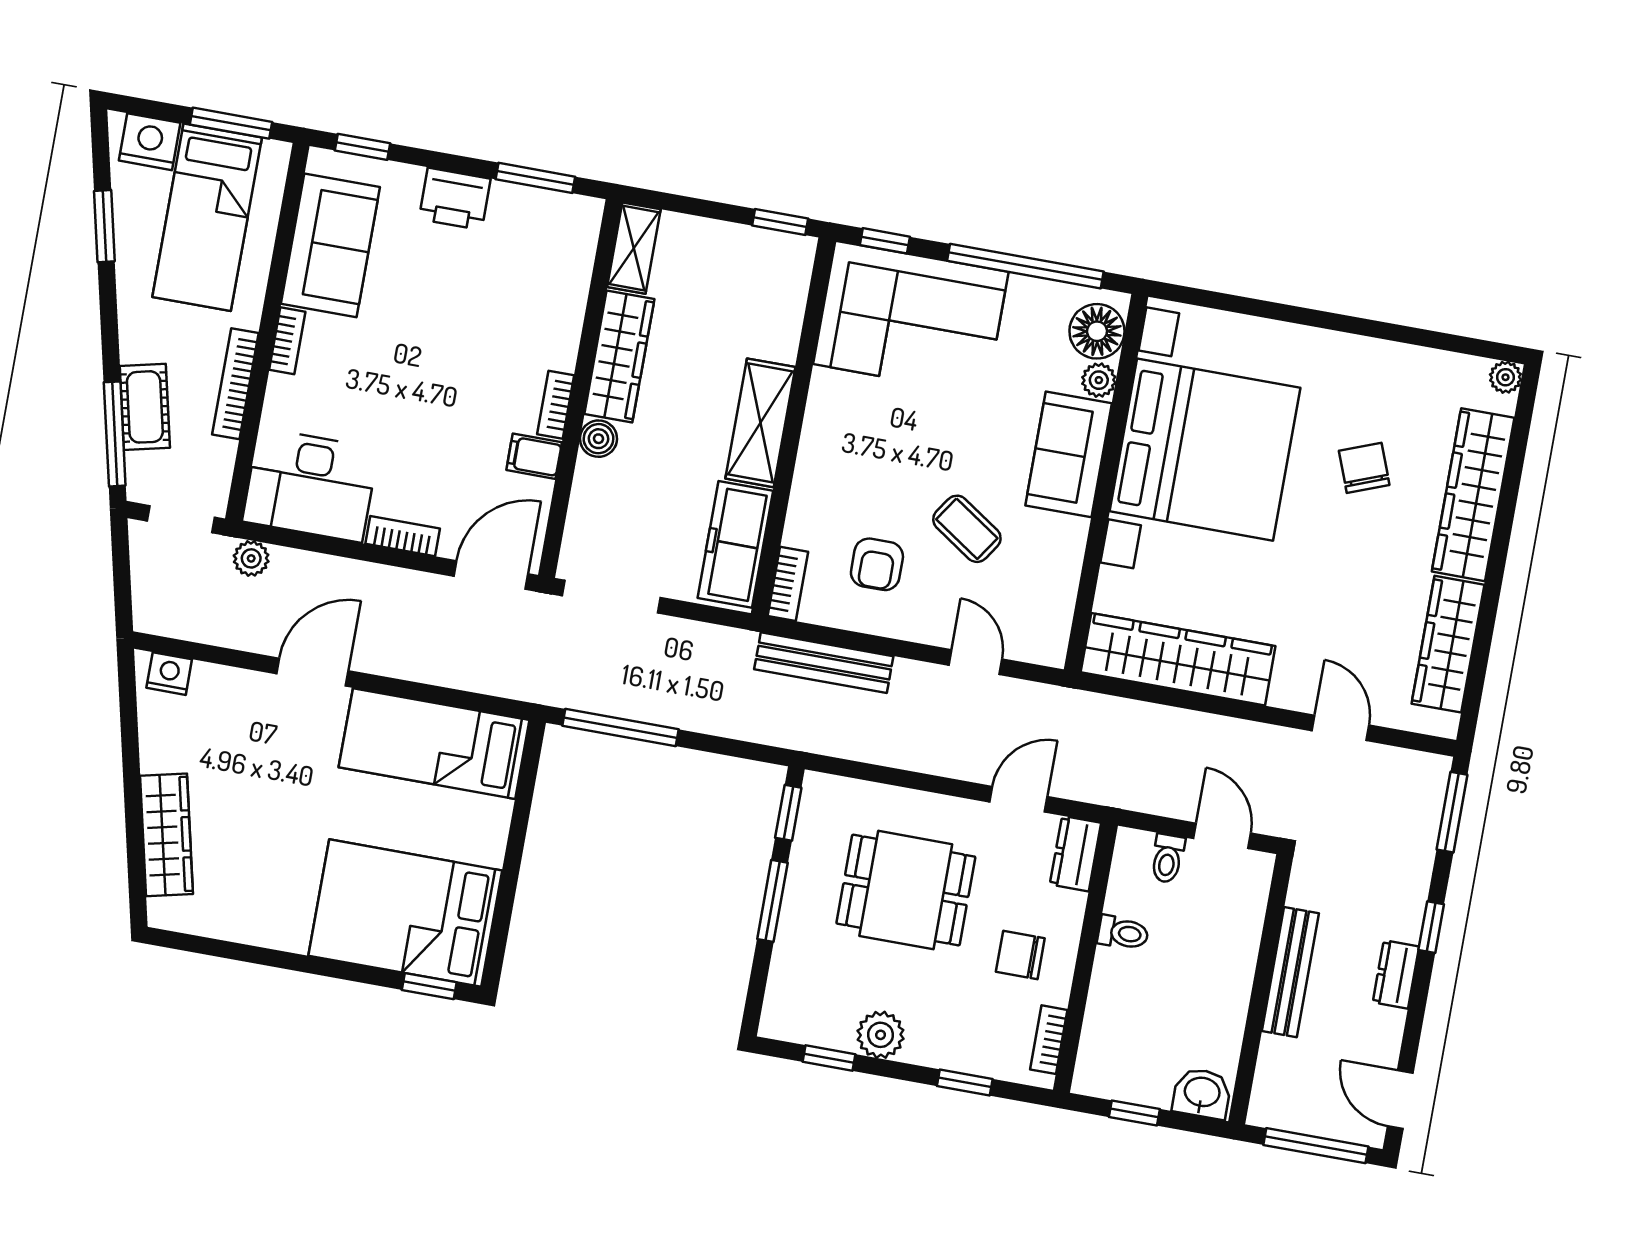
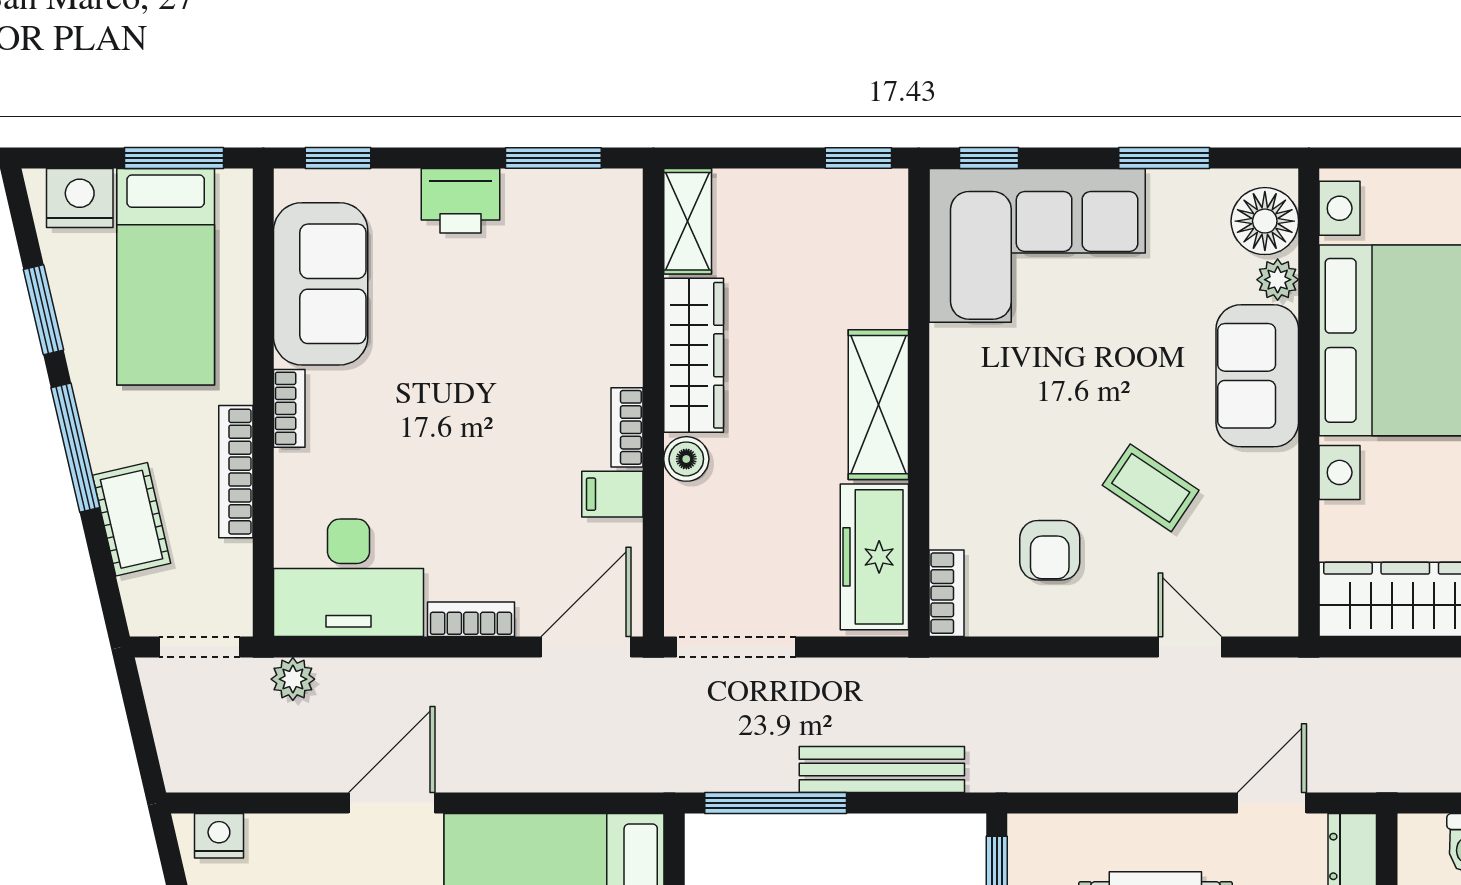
window: (1025, 266) -> (1164, 158), width x0.47
window: (115, 434) -> (75, 448), moved
bench: (824, 663) -> (882, 769), moved

